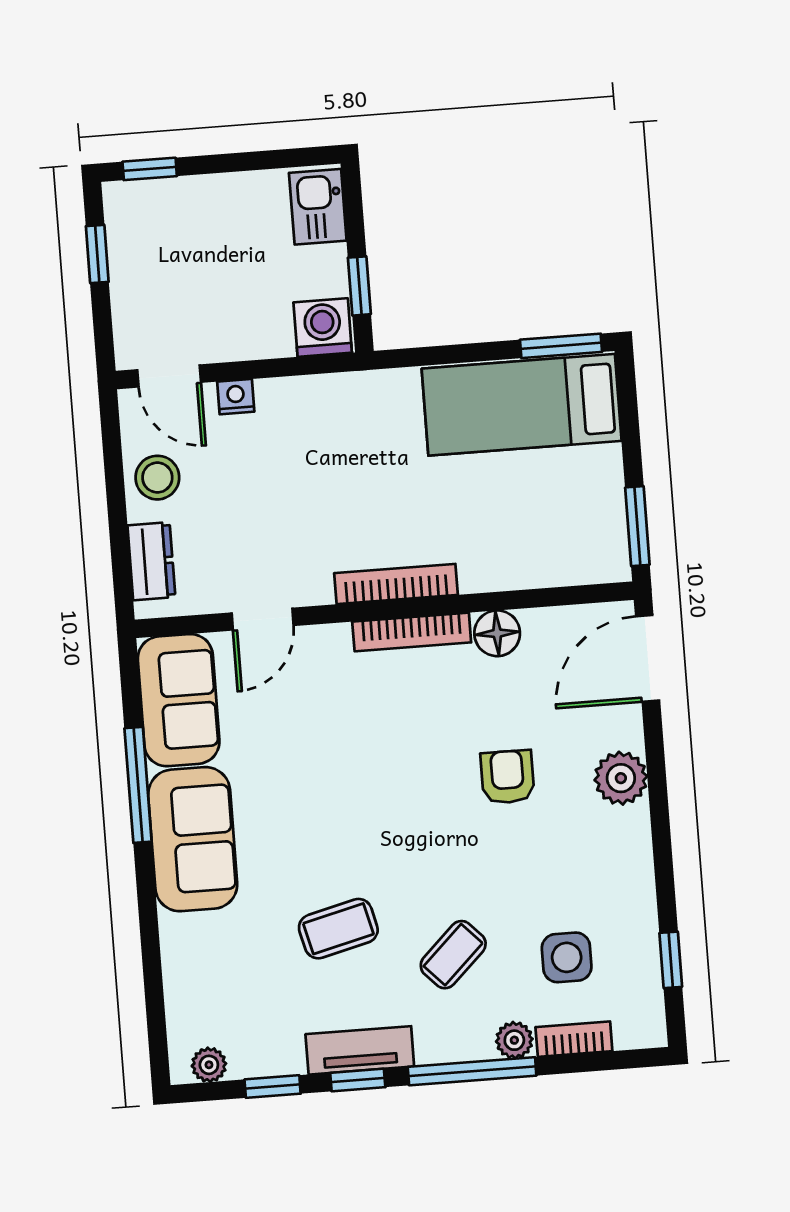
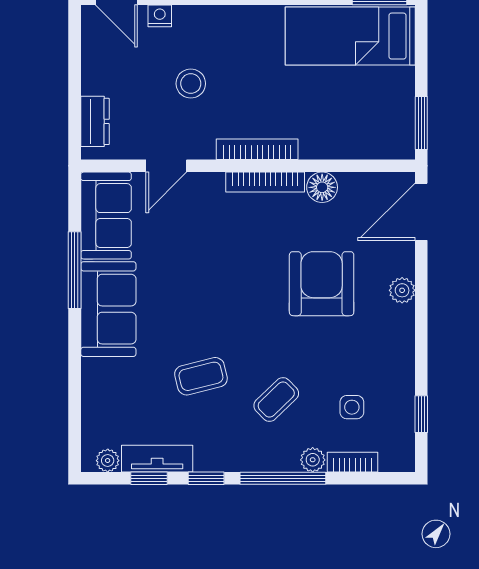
stool: (157, 478) -> (191, 84), moved
armchair: (507, 777) -> (322, 284), width x1.88, depth x1.88
plant: (621, 778) -> (402, 290), width x0.73, depth x0.73
side table: (567, 957) -> (352, 407), width x0.73, depth x0.73
tv unit: (360, 1050) -> (157, 459), moved

